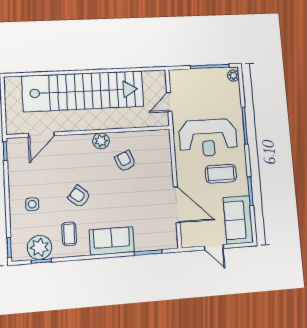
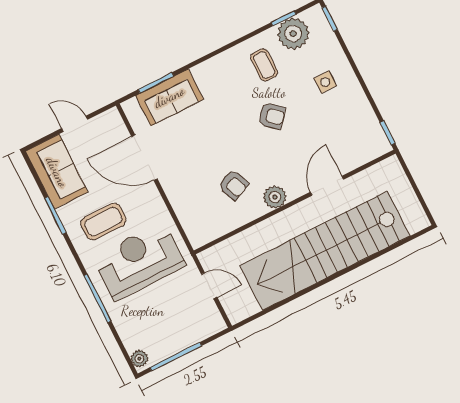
door: (169, 102) -> (209, 286), hinge flipped
door: (41, 135) -> (327, 186), moved
sofa: (112, 241) -> (169, 97), moved

